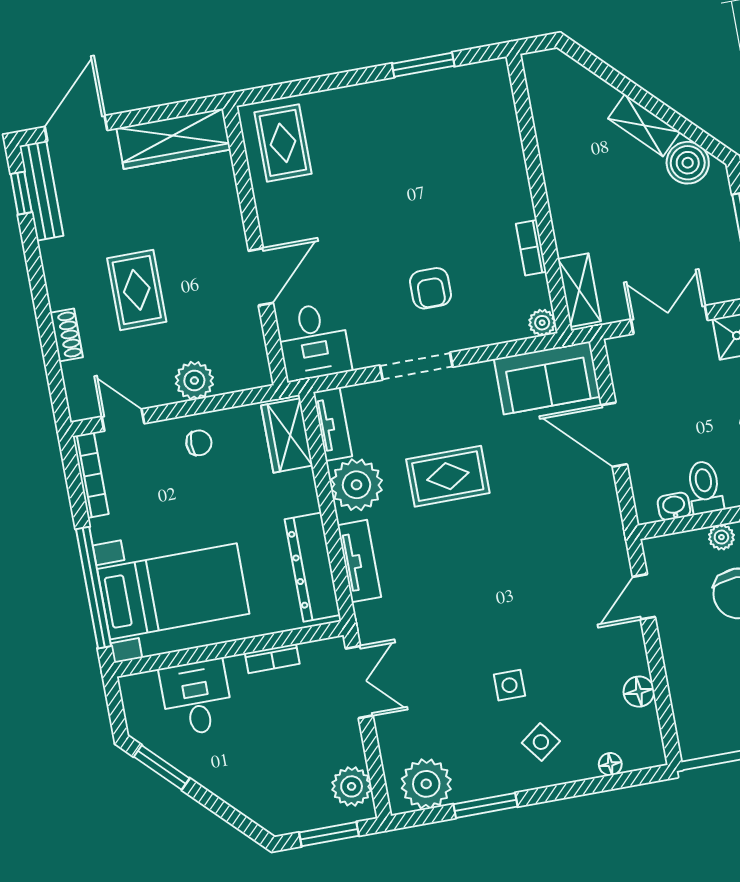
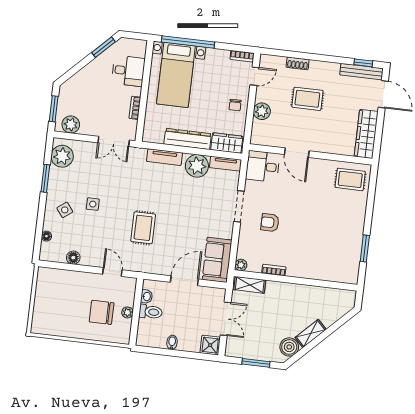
bookcase: (91, 475) -> (242, 56), width x0.64
rug: (448, 476) -> (143, 228), moved
dresser: (312, 567) -> (188, 139), moved

